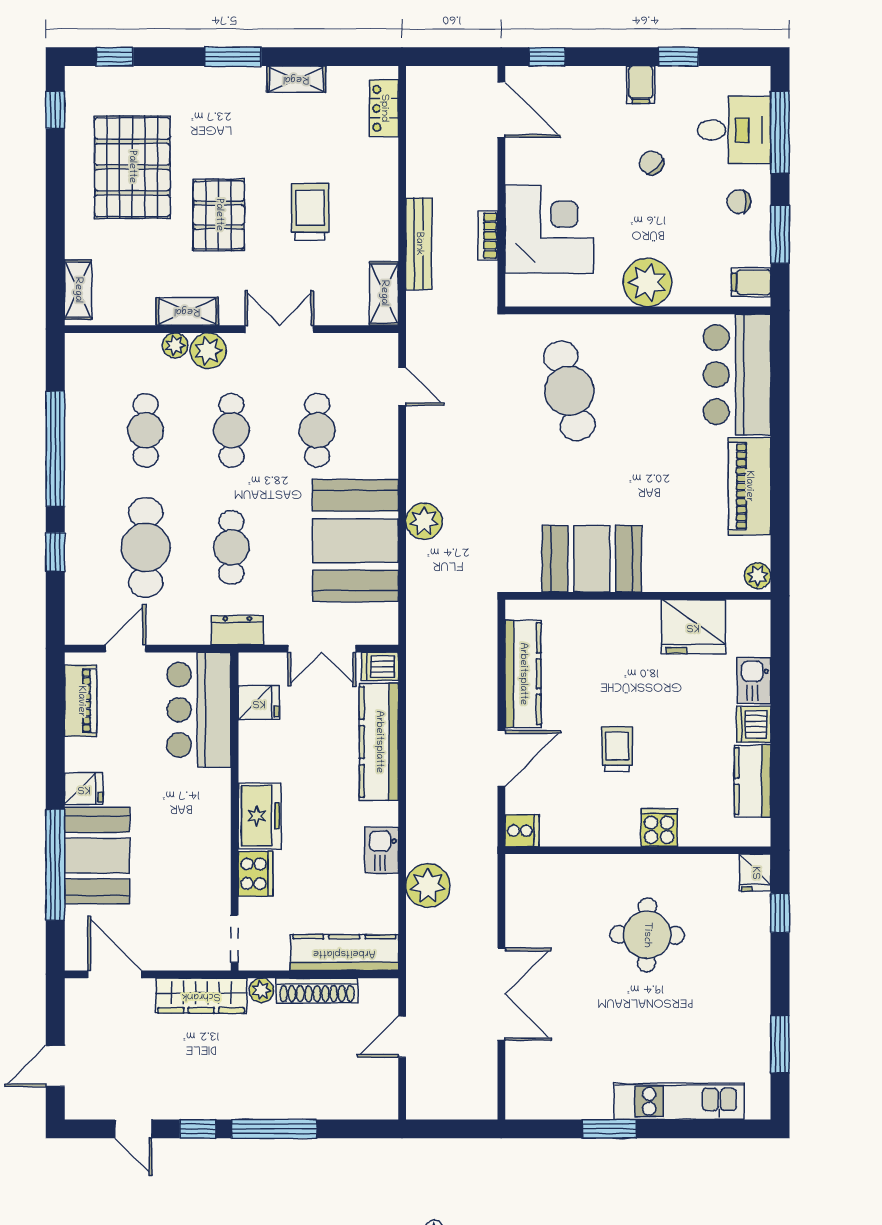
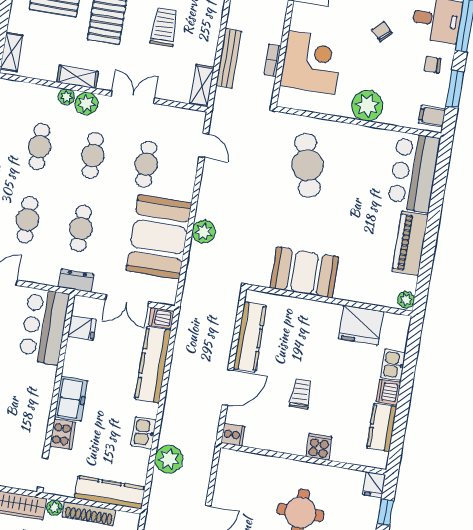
cafe table: (146, 547) -> (27, 220), width x0.73, depth x0.74

